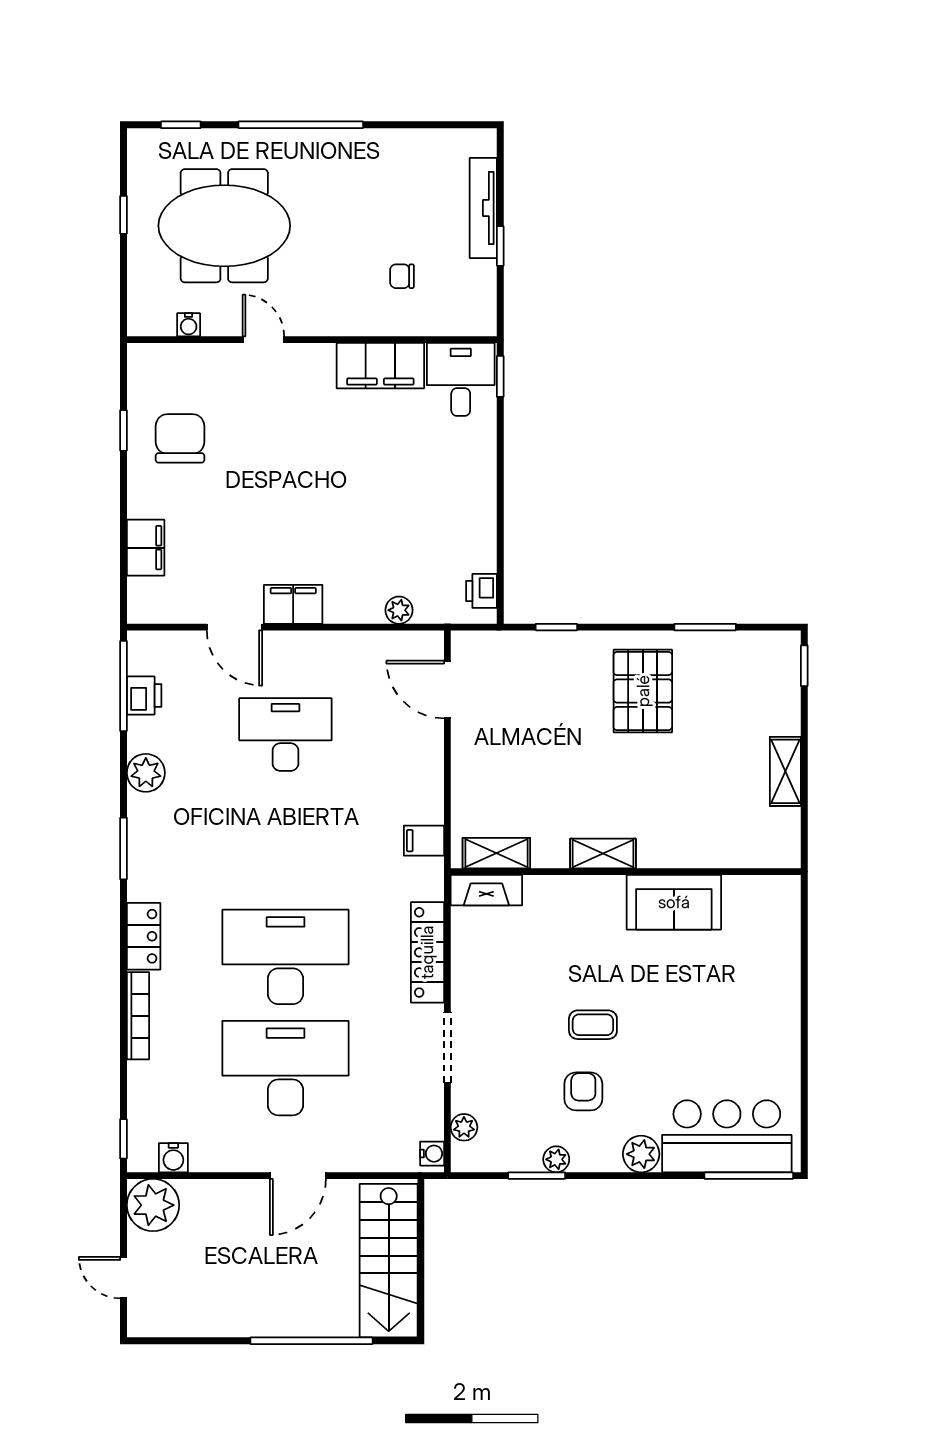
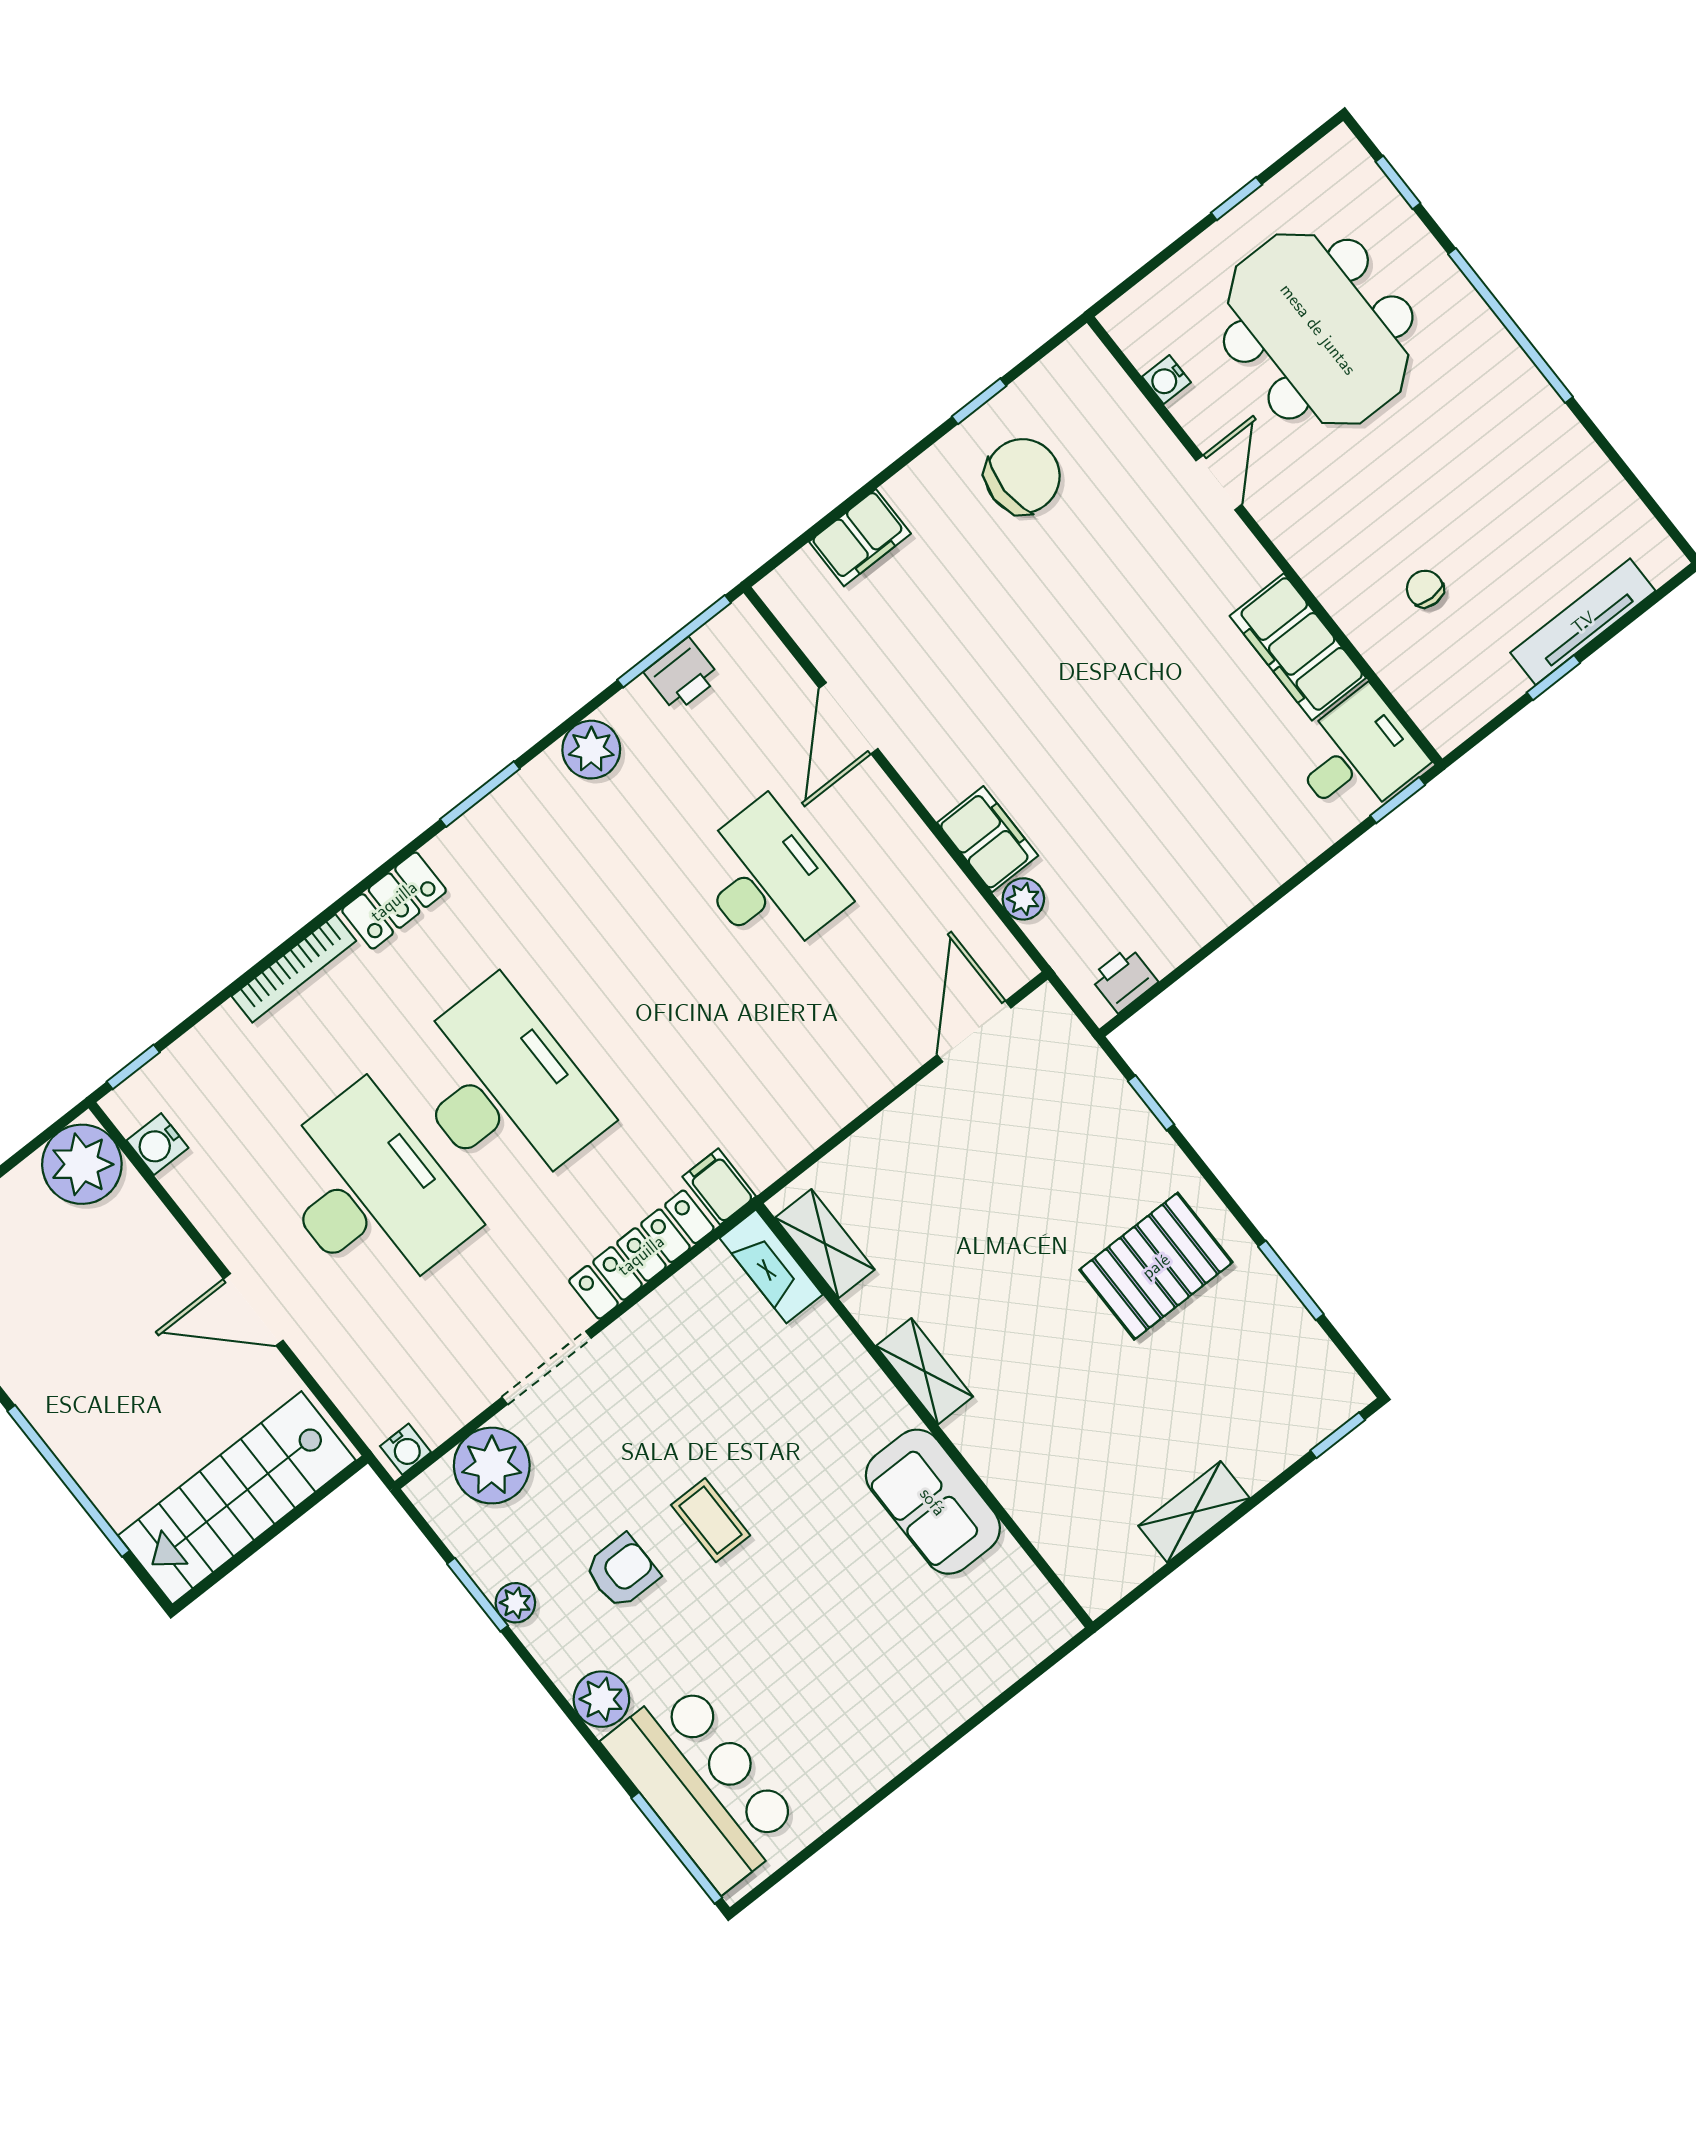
filing cabinet: (293, 604) -> (988, 839), moved
filing cabinet: (424, 841) -> (719, 1187), moved
plant: (464, 1127) -> (492, 1466), width x1.88, depth x1.88

